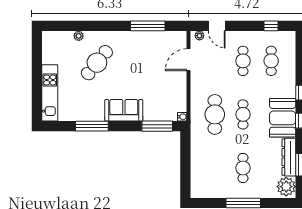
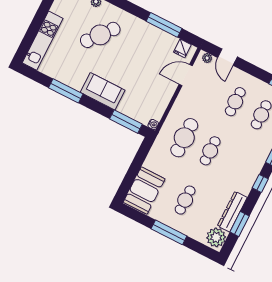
fridge: (174, 38) -> (182, 48), added
booth: (283, 118) -> (144, 191), moved

